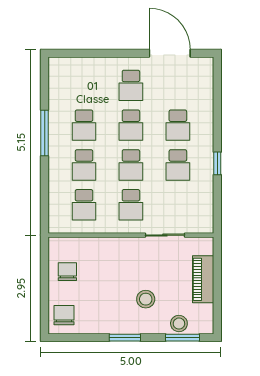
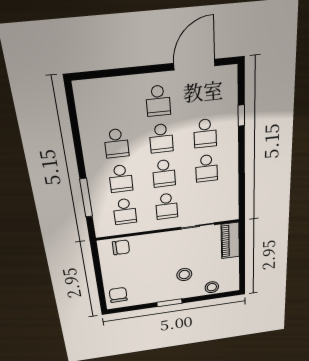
door: (170, 53) -> (194, 65), hinge flipped
window: (45, 133) -> (86, 198), moved
window: (217, 163) -> (241, 115), moved
chair: (67, 272) -> (121, 247), moved, turned 90
piano: (203, 279) -> (230, 241), moved
window: (182, 338) -> (215, 296), removed

